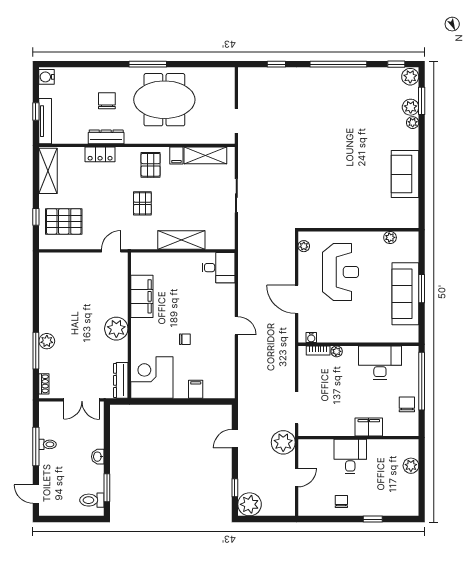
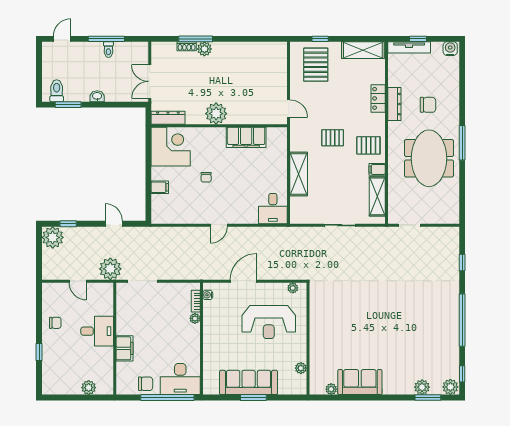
plant: (413, 123) -> (331, 389), moved
desk: (380, 363) -> (180, 379), moved, turned 90
shoe rack: (44, 384) -> (187, 46), moved

